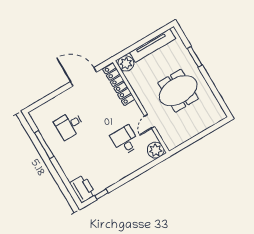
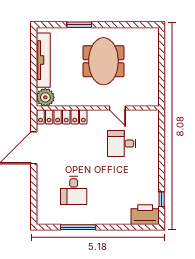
plant: (156, 150) -> (150, 119), removed

